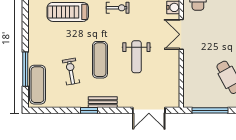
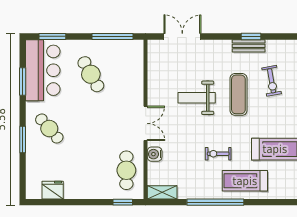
weight bench: (136, 57) -> (197, 98), turned -90
bench: (103, 102) -> (249, 46), moved

